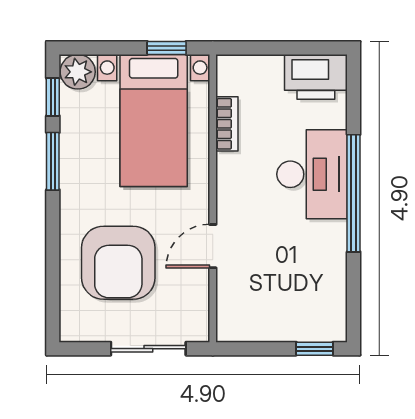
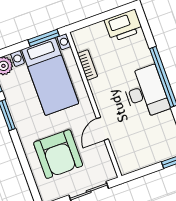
window: (167, 48) -> (44, 38), width x1.50
desk: (312, 174) -> (145, 92), moved

